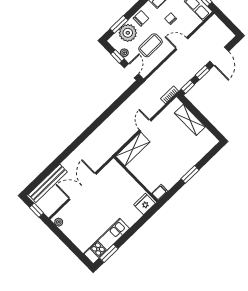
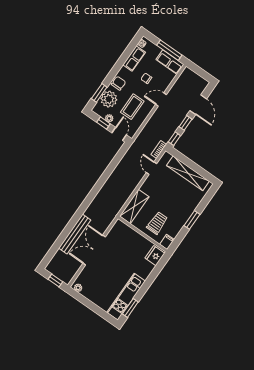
shelving: (190, 120) -> (188, 173), width x1.47
door: (145, 125) -> (152, 168), moved
trolley: (153, 171) -> (157, 223), added
bench: (48, 183) -> (75, 234), moved

